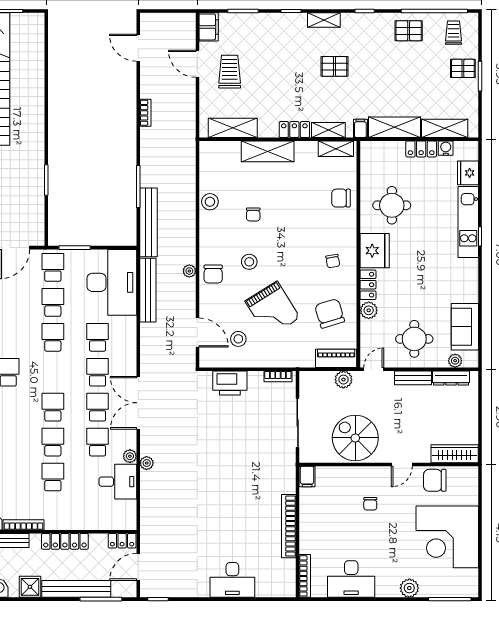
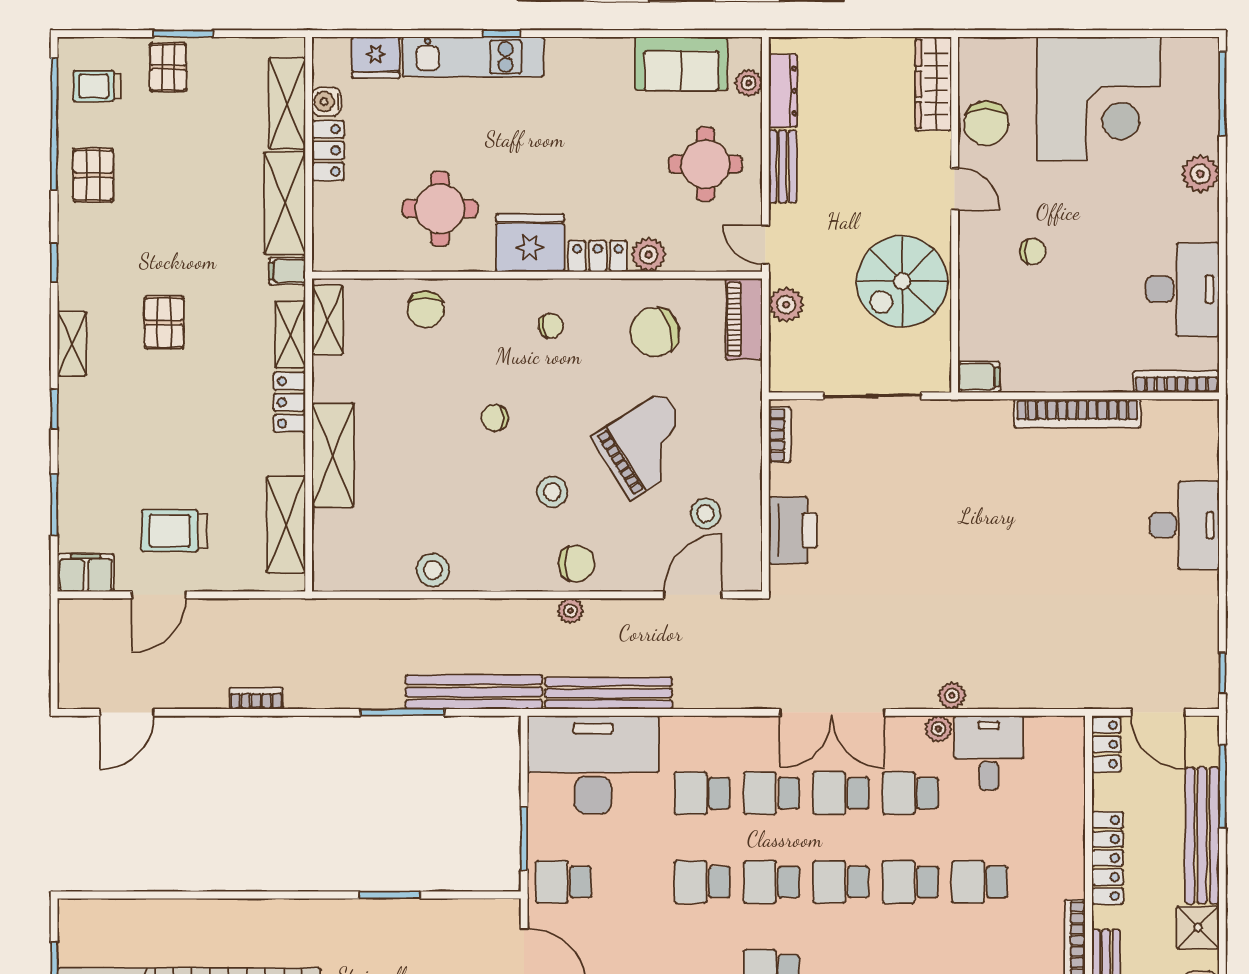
chair: (253, 214) -> (495, 418), moved, turned 180
school desk: (53, 302) -> (772, 882), moved

